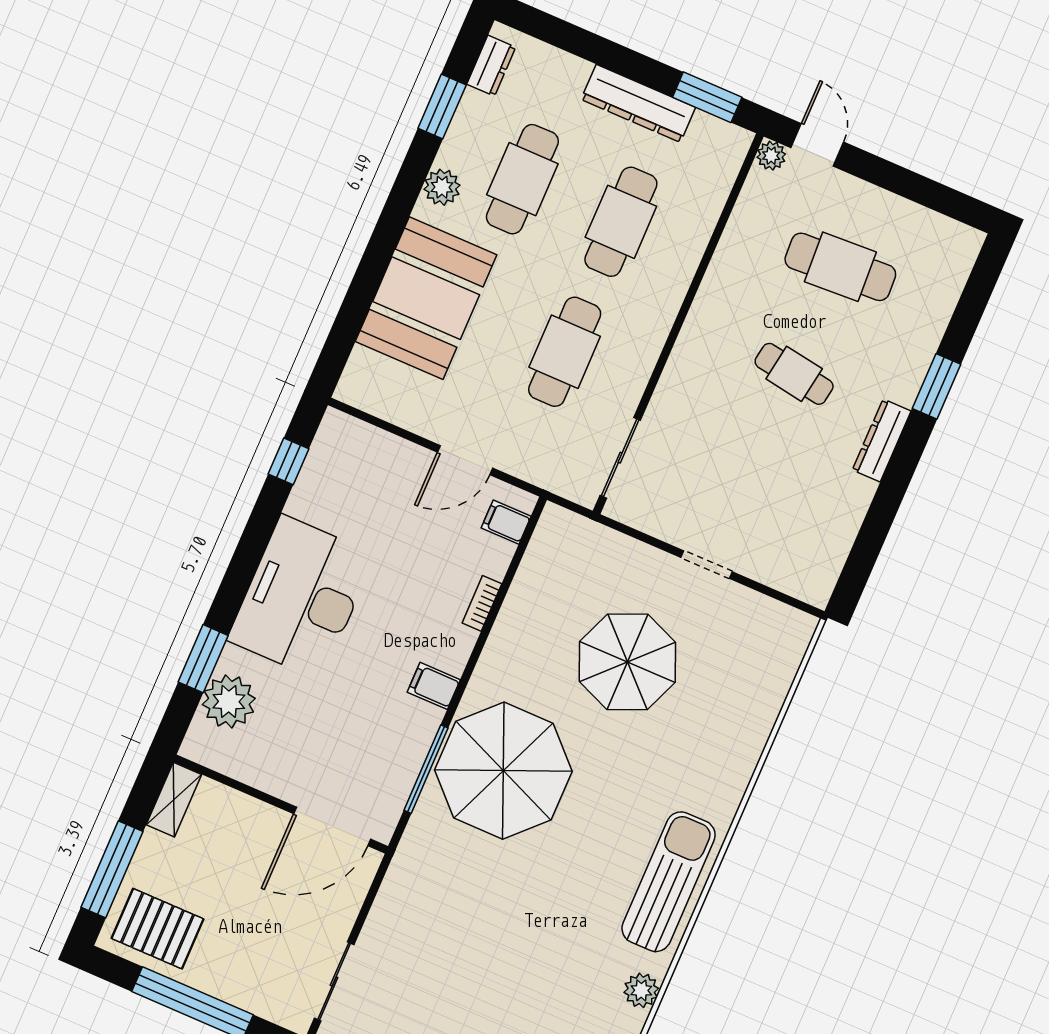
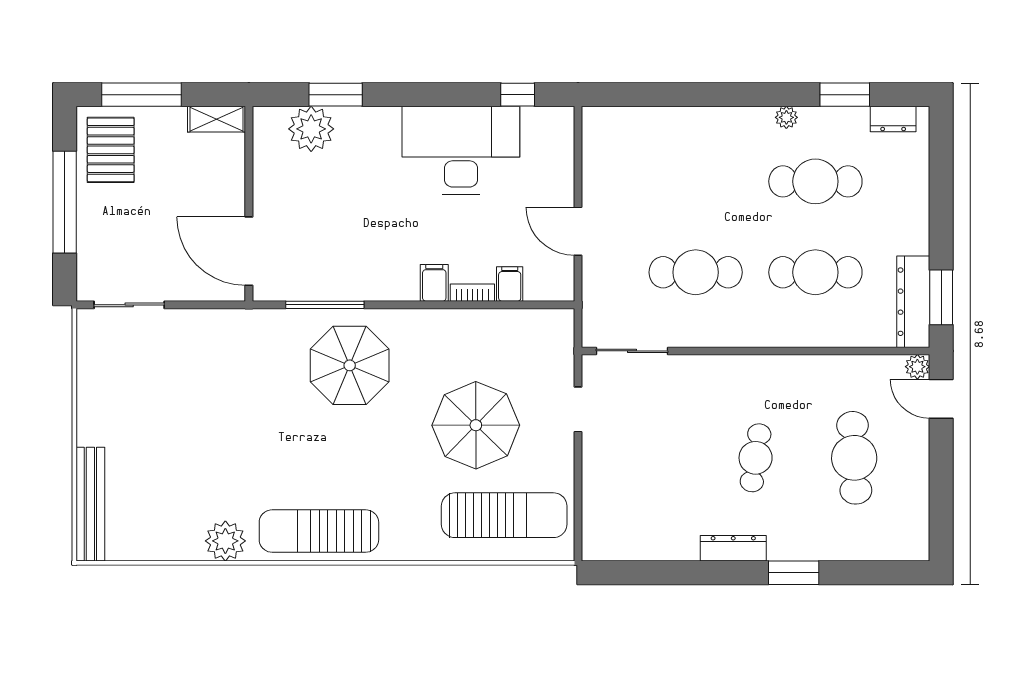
dresser: (638, 103) -> (913, 302), moved
door: (817, 145) -> (941, 399), swing flipped
plant: (442, 187) -> (786, 117), width x0.73, depth x0.73
booth: (426, 298) -> (691, 147), removed
filing cabinet: (506, 522) -> (510, 284), moved
doorway: (707, 565) -> (578, 409), moved
desk: (301, 597) -> (461, 150), moved
sun lounger: (738, 673) -> (504, 515), added
filing cabinet: (434, 686) -> (434, 283), moved
parasol: (503, 771) -> (350, 365), width x0.73, depth x0.73
sun lounger: (669, 882) -> (319, 531), turned 180
plant: (641, 990) -> (225, 541), width x1.36, depth x1.36

